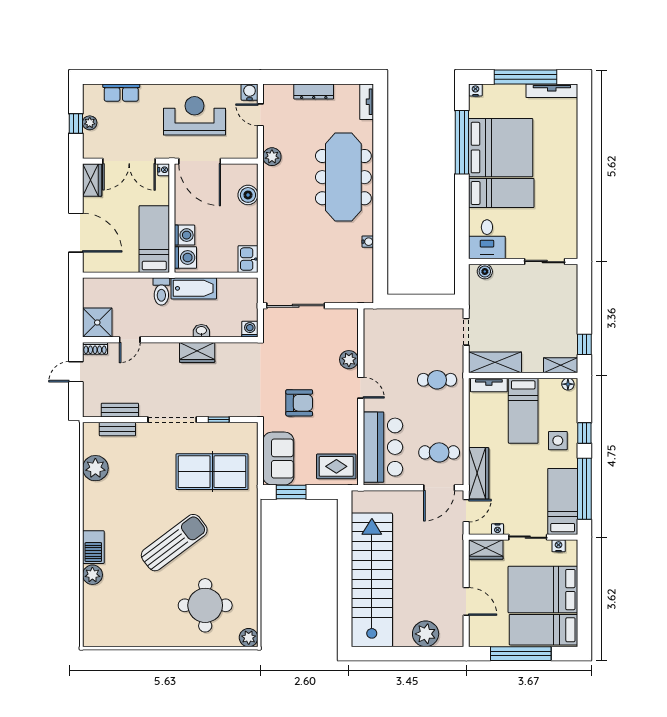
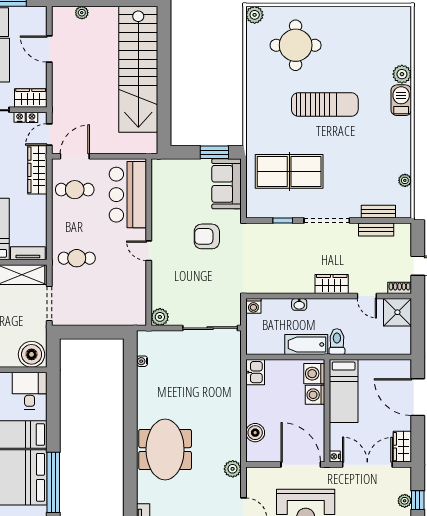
meeting table: (343, 177) -> (165, 450), width x0.73
water cooler: (368, 242) -> (142, 361), moved
boiler: (485, 271) -> (32, 354), width x1.86, depth x1.86
doorway: (466, 332) -> (49, 303), width x1.38
door: (130, 340) -> (367, 296), swing flipped
wardrobe: (197, 352) -> (332, 284), moved
plant: (349, 360) -> (160, 317), moved
rug: (336, 466) -> (172, 176), removed
plant: (95, 468) -> (405, 180), width x0.53, depth x0.53
nightstand: (484, 529) -> (32, 117), added
sun lounger: (174, 543) -> (325, 104), turned -143
plant: (426, 634) -> (82, 13), width x0.53, depth x0.53

